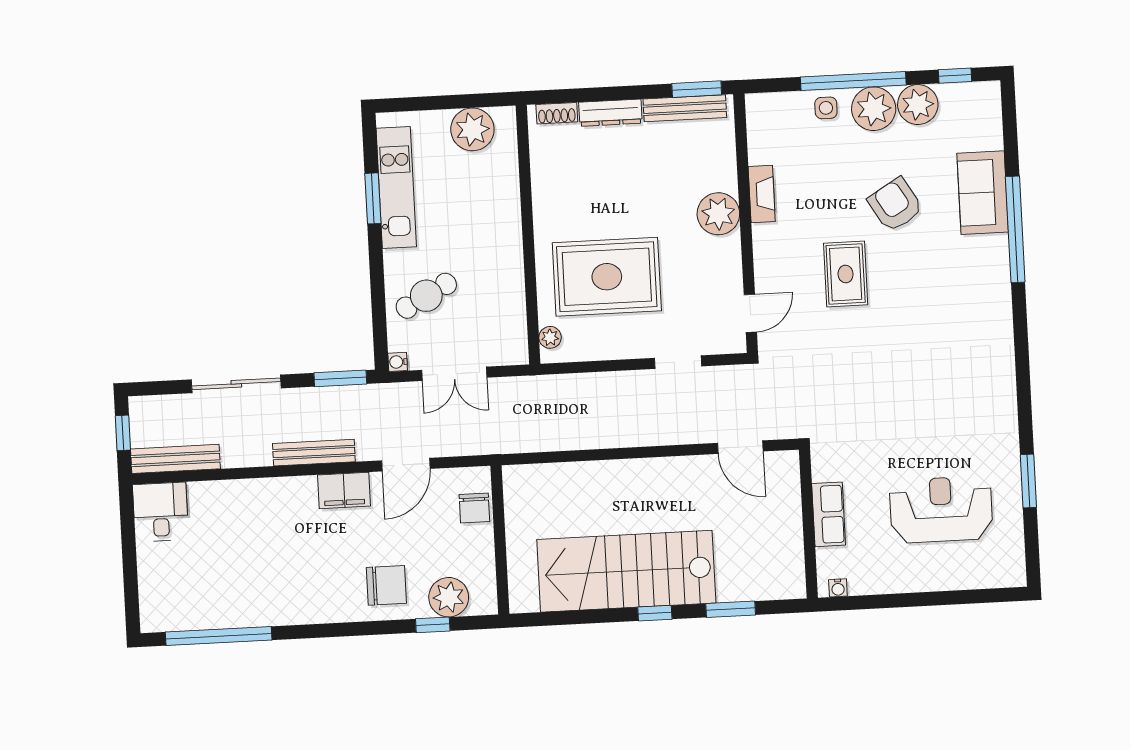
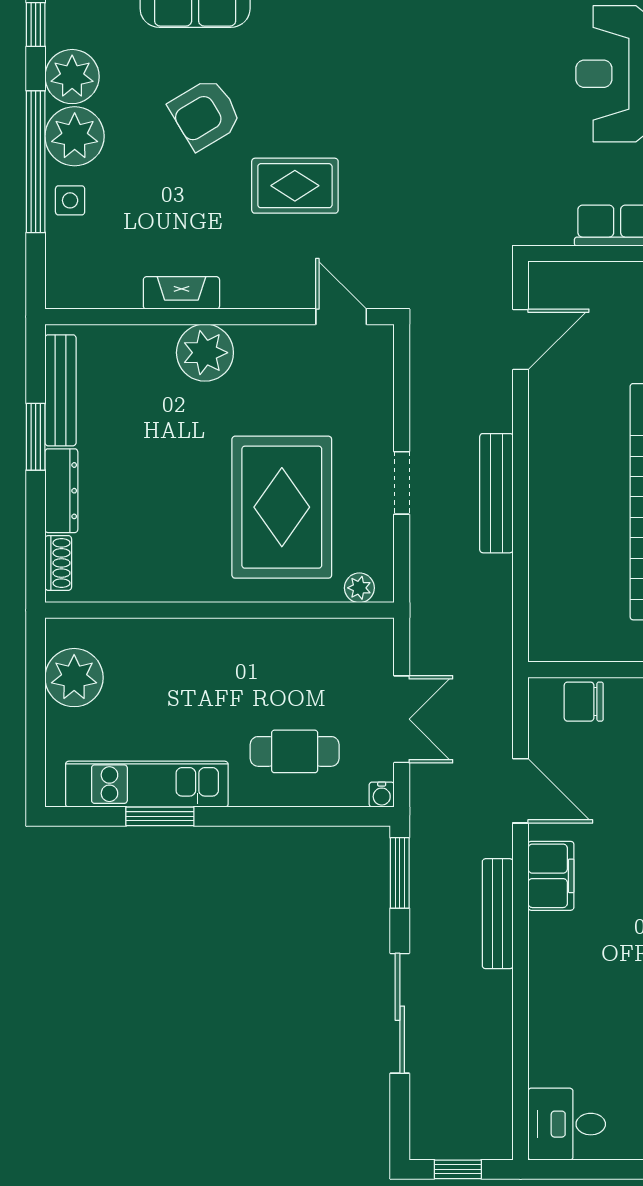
window: (697, 89) -> (36, 437), moved
cafe table: (426, 296) -> (295, 751), turned -62
doorway: (678, 362) -> (402, 483), moved
bench: (175, 459) -> (496, 493), moved
chair: (474, 508) -> (584, 702), turned 180

